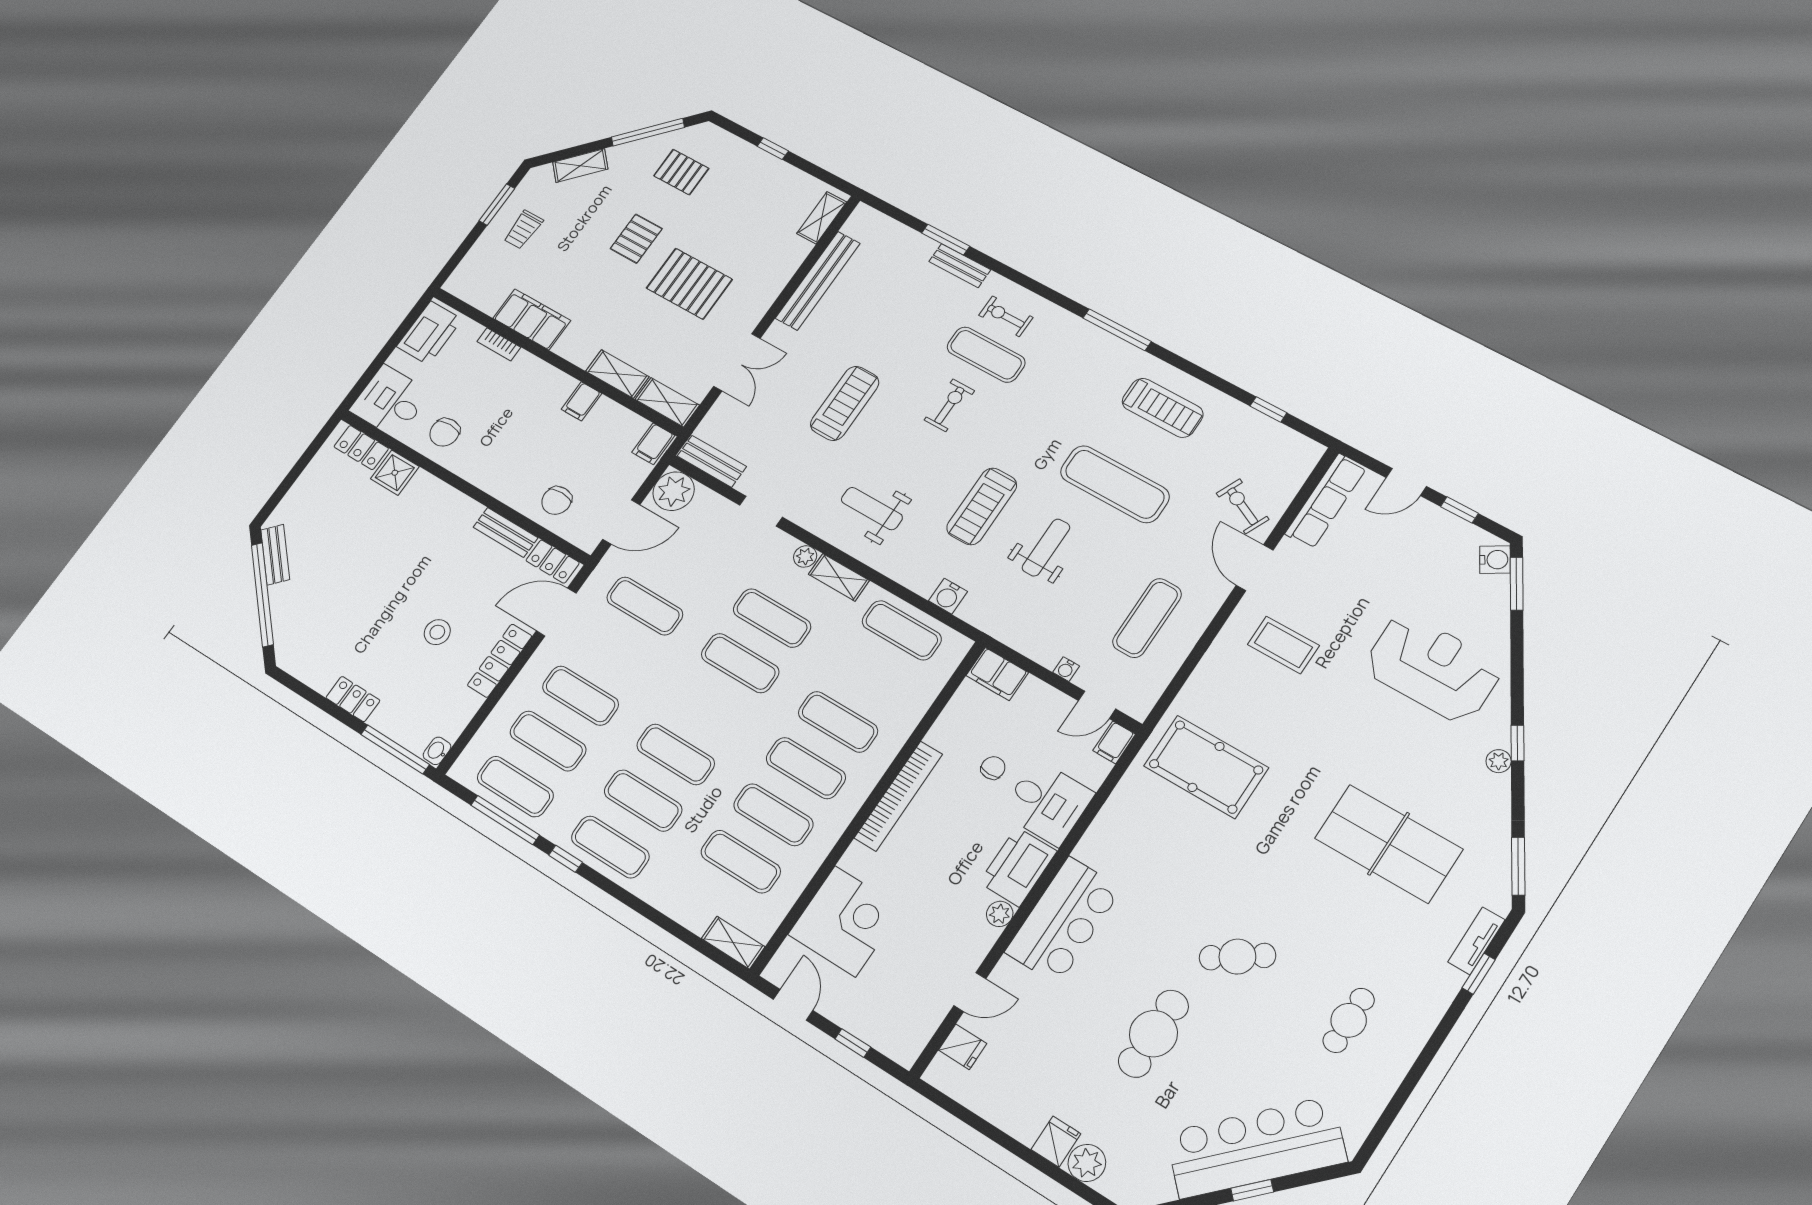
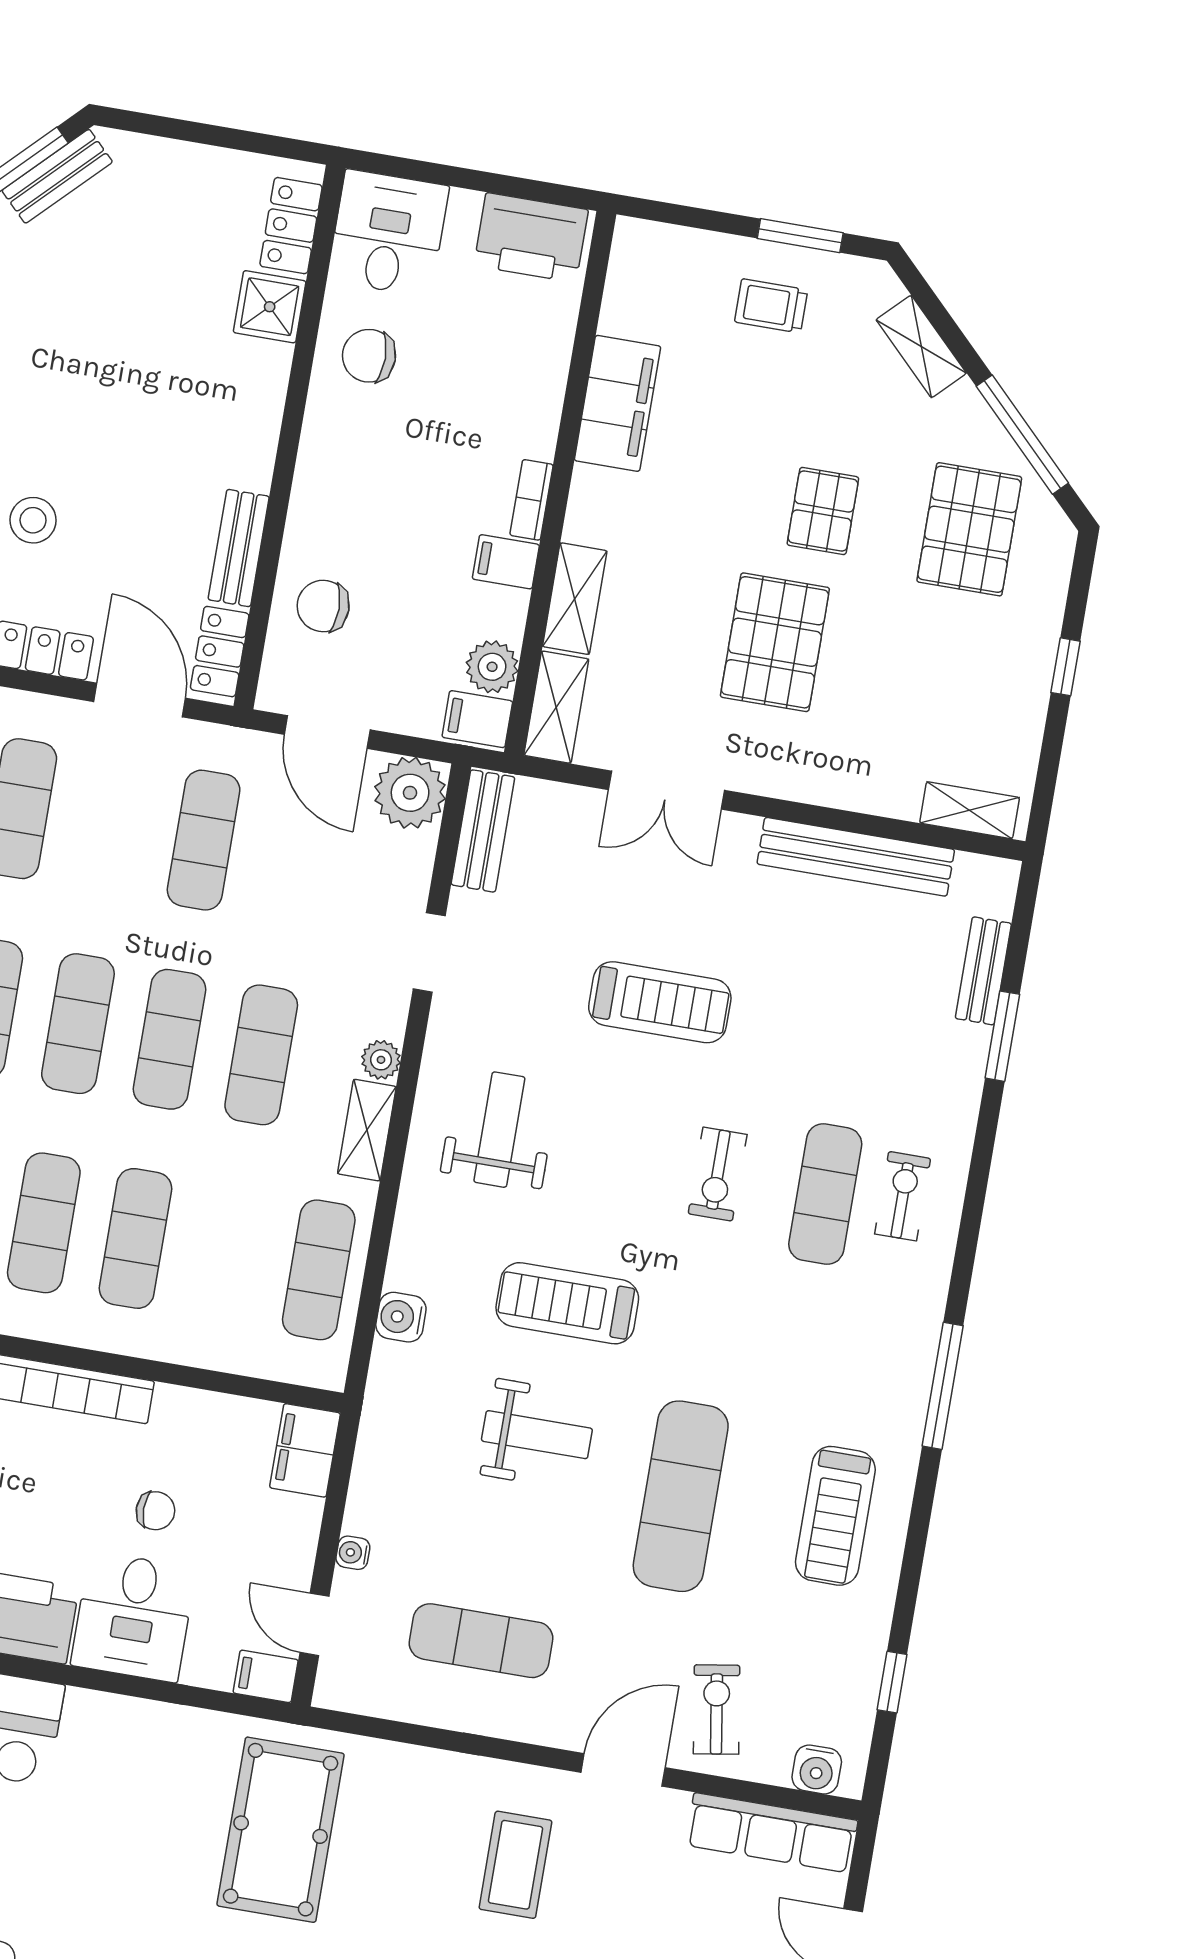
pallet: (681, 172) -> (969, 529), width x1.50, depth x1.42
pallet: (636, 239) -> (823, 511), turned 90
bench: (960, 266) -> (983, 971), moved
bookcase: (499, 344) -> (532, 500), moved
exercise bike: (949, 405) -> (718, 1174), turned 90
plant: (631, 427) -> (492, 667), added
water cooler: (1300, 465) -> (817, 1769), added
exercise bike: (1243, 506) -> (717, 1710), turned -34
exercise mat: (708, 709) -> (78, 1024), added

